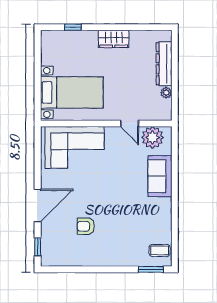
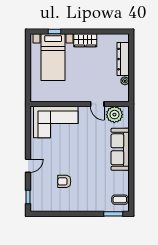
bed with nightstands: (72, 92) -> (53, 57), moved, turned 90
sofa: (160, 176) -> (120, 149), width x1.36
door: (38, 205) -> (28, 166), width x0.53

